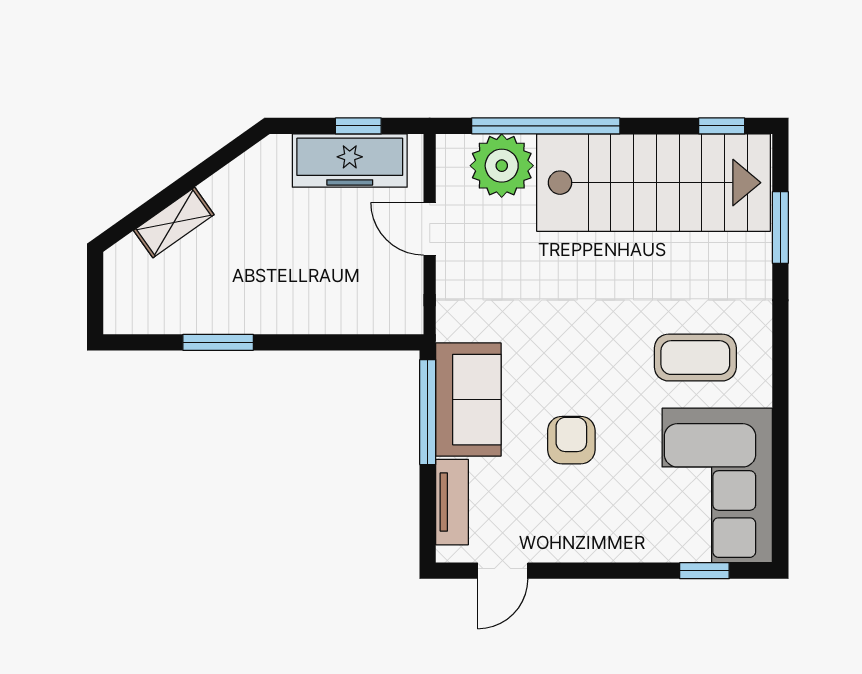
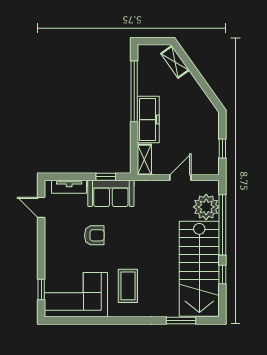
window: (722, 126) -> (222, 274), moved
freezer: (350, 161) -> (148, 120), moved, turned 180
shelving: (174, 222) -> (175, 62), moved
shelving: (386, 317) -> (144, 160), added
window: (218, 342) -> (134, 91), width x2.11
window: (428, 412) -> (106, 177), width x0.46

